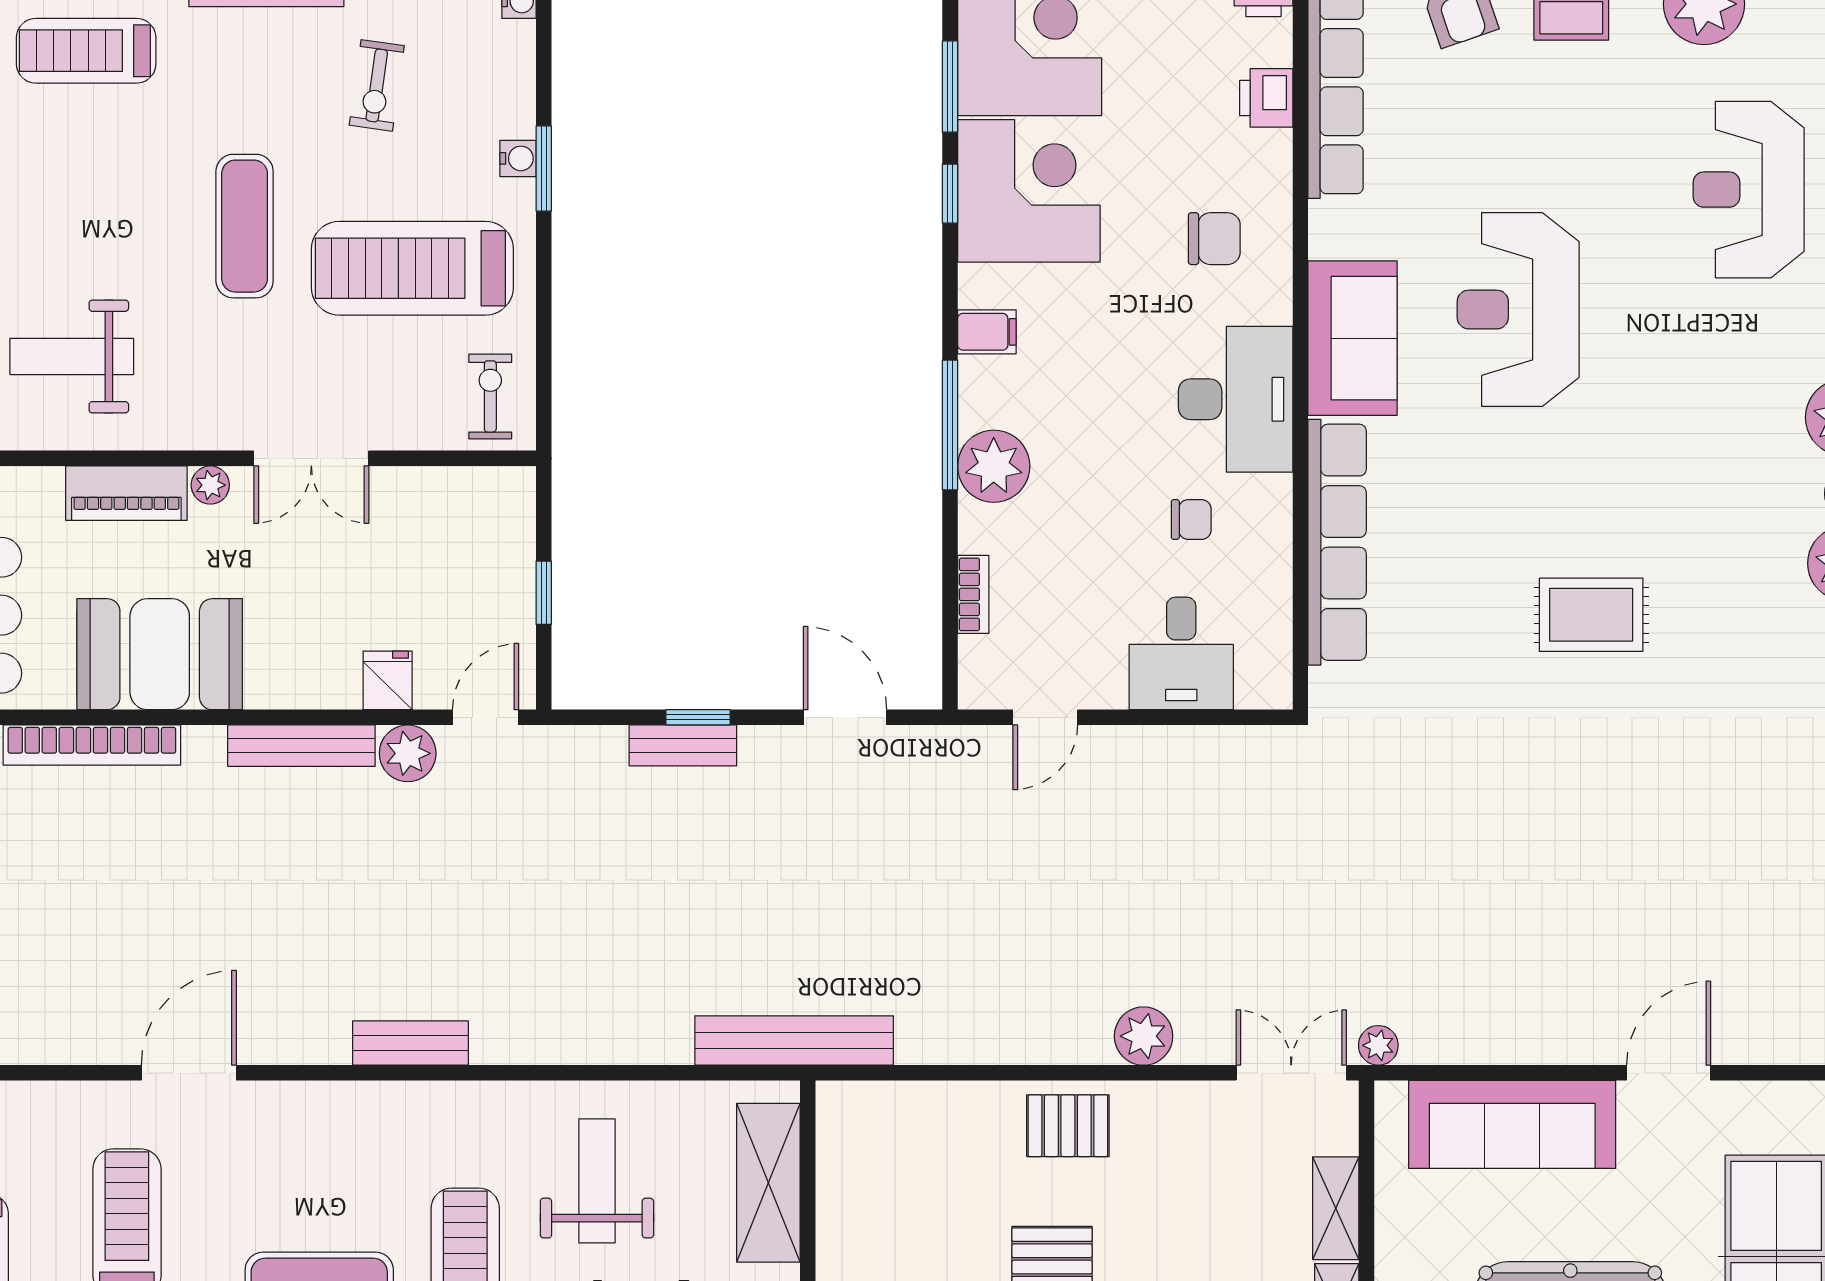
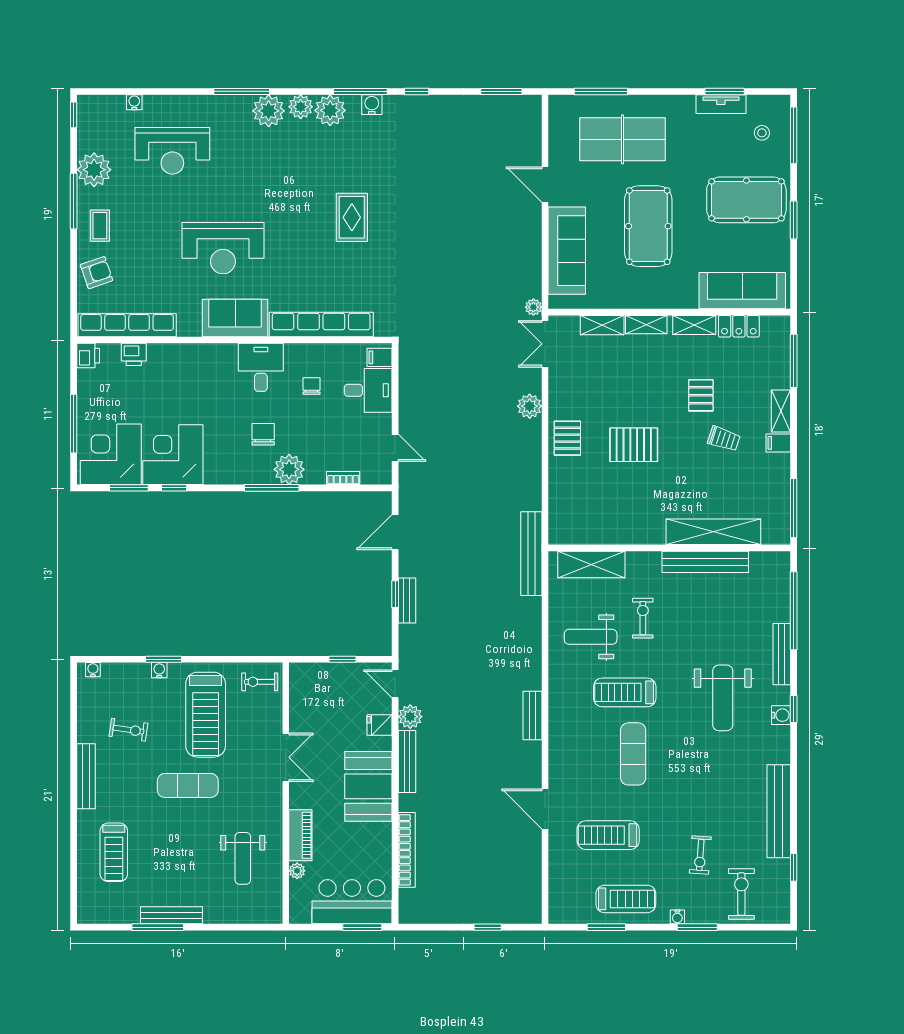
chair: (1214, 239) -> (263, 434), moved
filing cabinet: (987, 332) -> (379, 357), moved, turned -90
desk: (1236, 399) -> (261, 367), width x0.73
plant: (210, 485) -> (297, 871), moved
booth: (160, 654) -> (368, 786), moved

